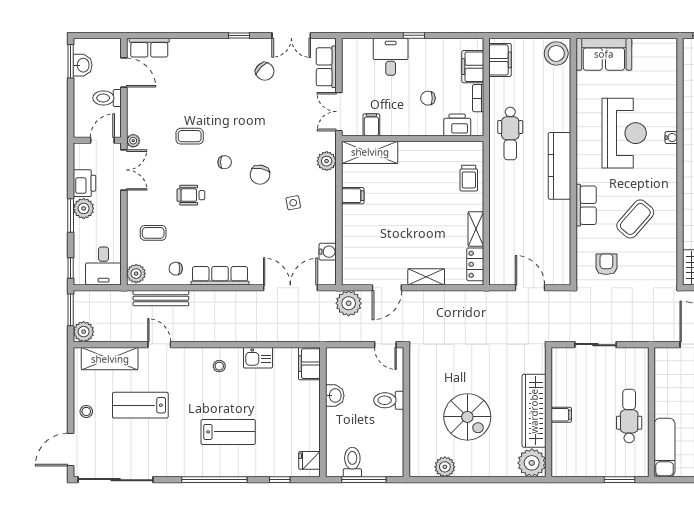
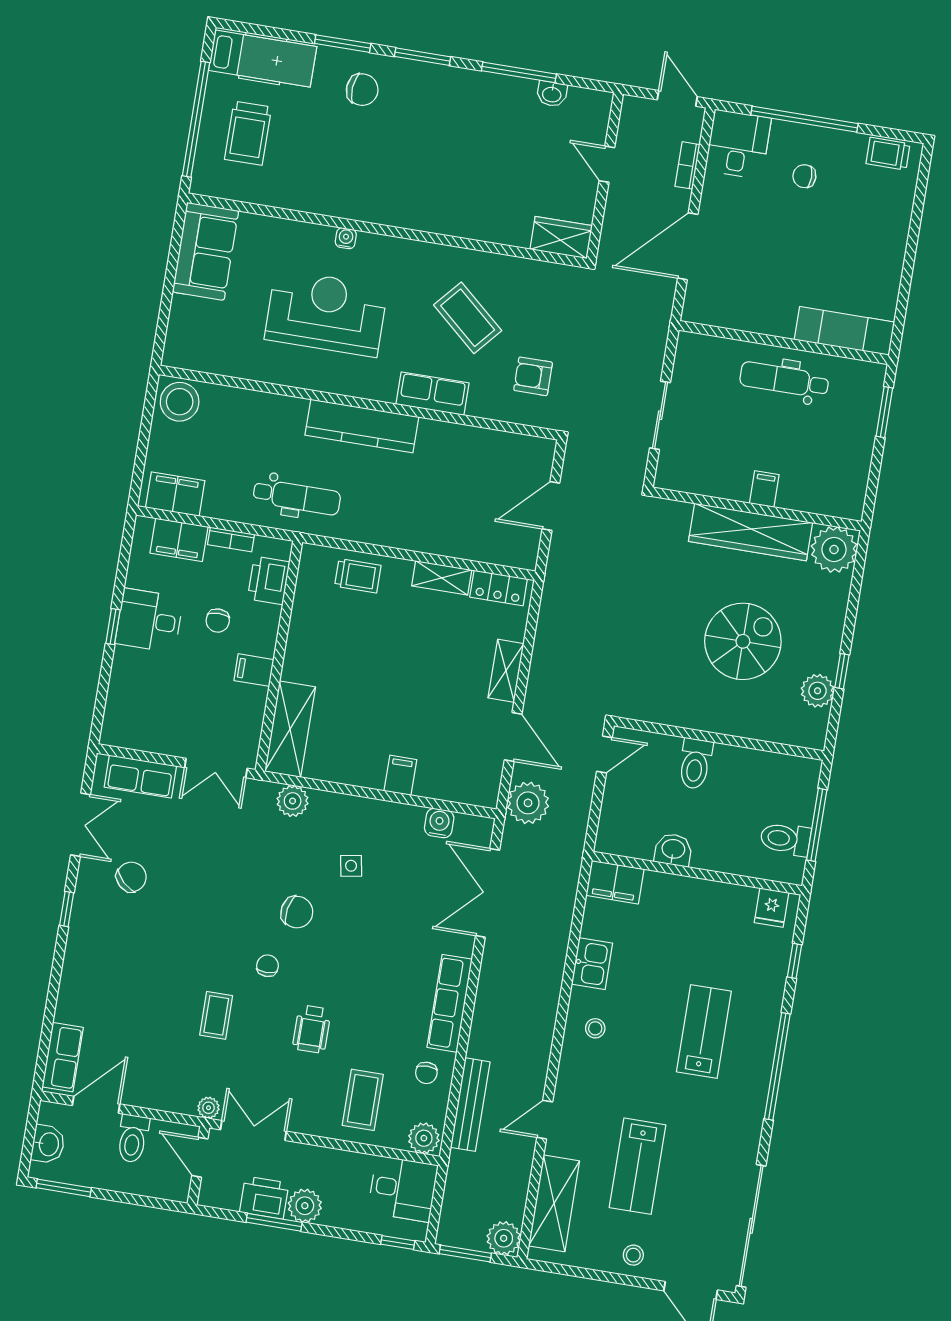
sofa: (604, 54) -> (205, 251), moved
desk: (391, 57) -> (149, 620), moved
washbasin: (83, 65) -> (48, 1144), moved, turned 90
filing cabinet: (371, 125) -> (254, 670), moved
filing cabinet: (353, 196) -> (400, 775), moved
window: (71, 216) -> (274, 1222), moved
coffee table: (153, 233) -> (363, 1100), width x1.36, depth x1.30
window: (459, 480) -> (842, 671), added

